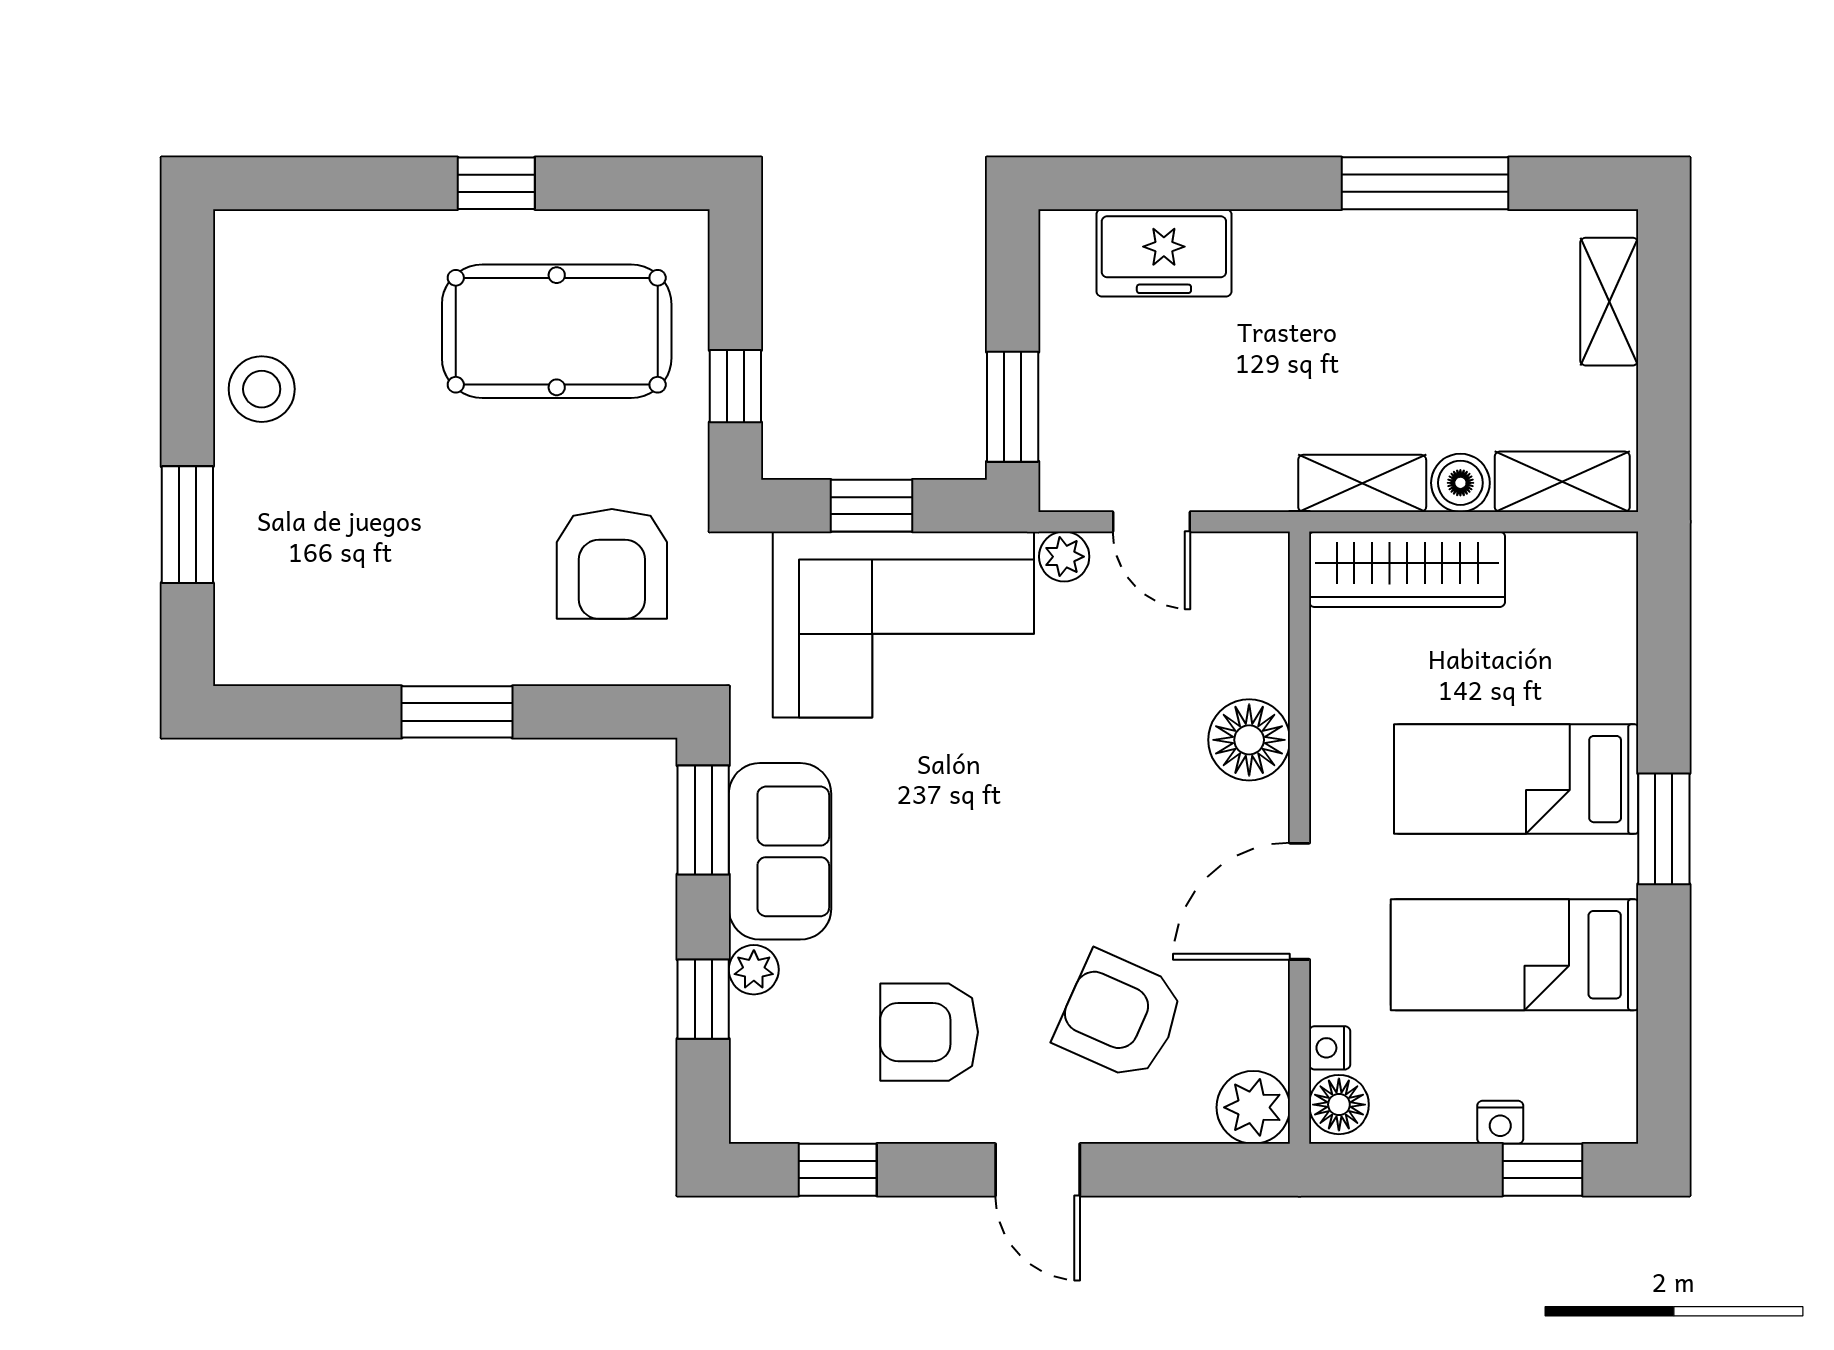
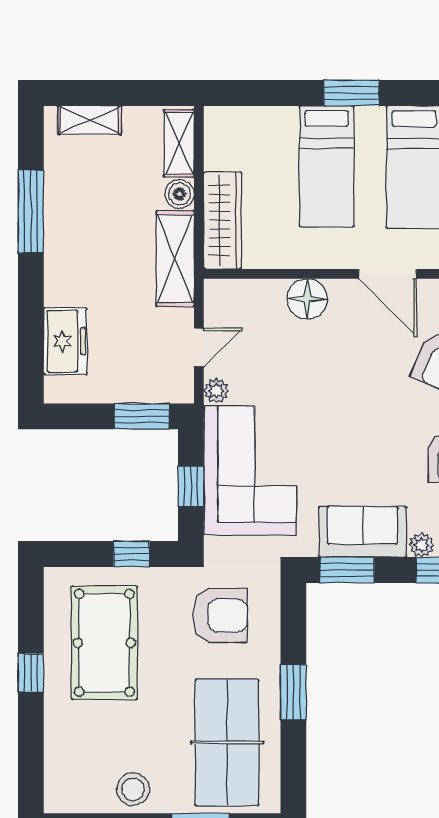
shelving: (1362, 483) -> (175, 259), width x1.50, depth x1.33
table tennis table: (356, 579) -> (227, 743), added

